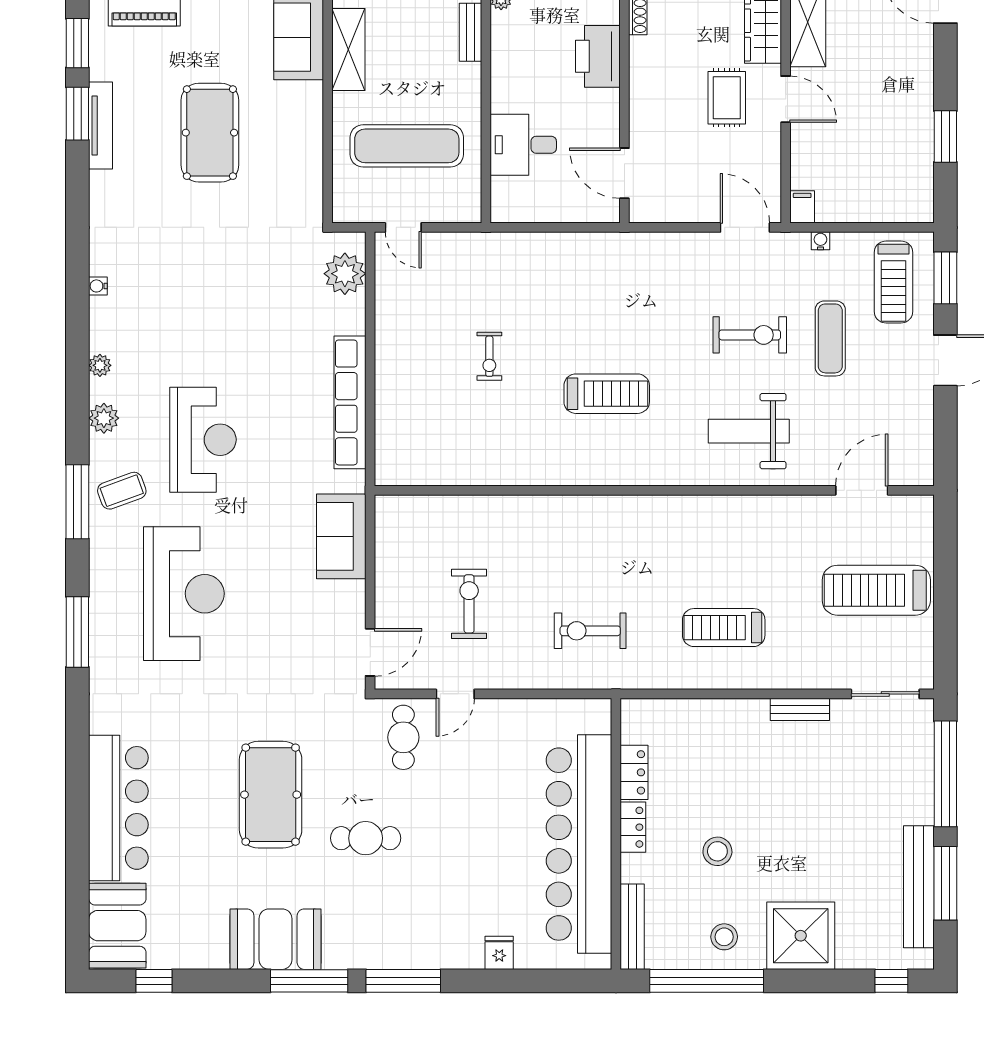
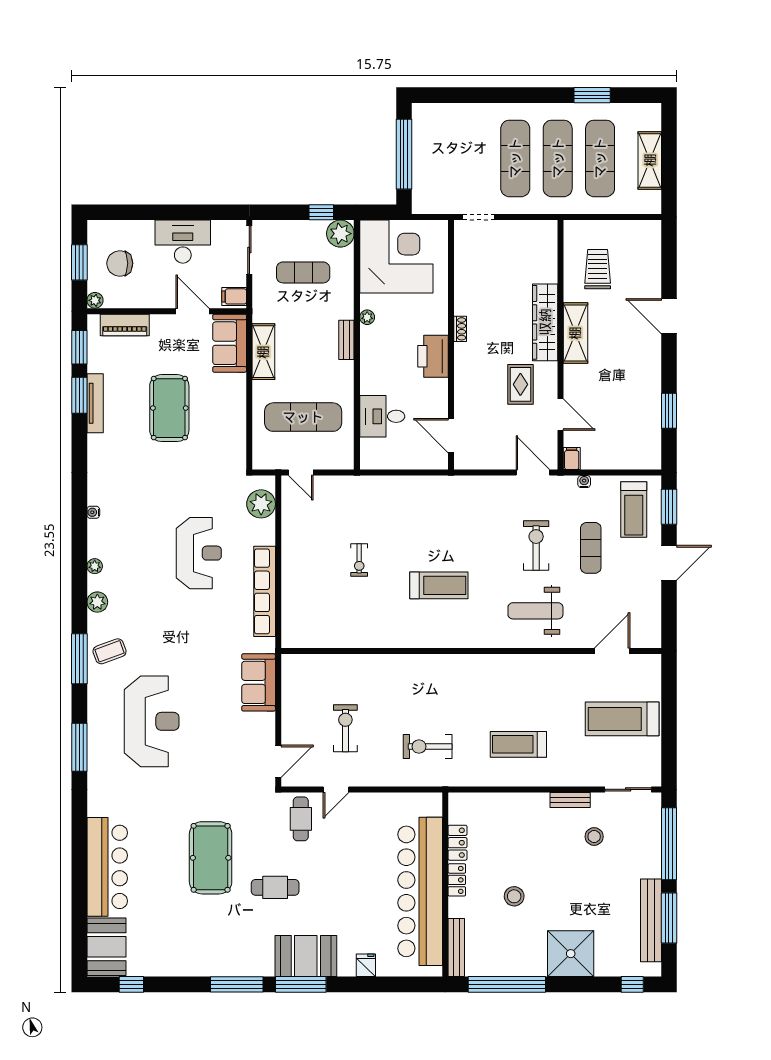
door: (786, 99) -> (560, 415), moved
exercise bike: (750, 335) -> (536, 546), turned -90
reception desk: (203, 440) -> (199, 553), moved
stool: (724, 937) -> (594, 837), moved
booth: (276, 939) -> (306, 956), moved

